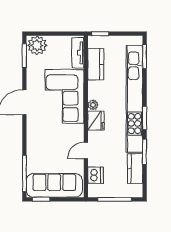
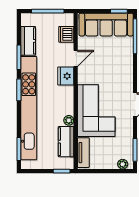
plant: (37, 45) -> (123, 164), width x0.53, depth x0.53
plant: (93, 105) -> (69, 120), moved
fridge: (96, 121) -> (66, 76), moved

